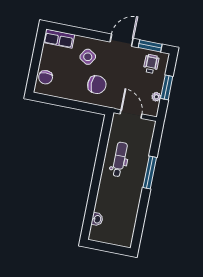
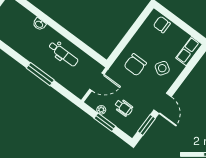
wheelchair: (151, 64) -> (123, 107), moved
washbasin: (97, 219) -> (39, 24), moved

